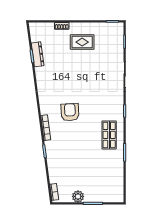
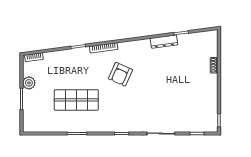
rug: (82, 42) -> (197, 87), removed
dresser: (38, 54) -> (164, 42), moved
armchair: (70, 112) -> (120, 74), turned 117
shop shelf: (109, 135) -> (76, 100), moved, width x1.43, depth x1.36

